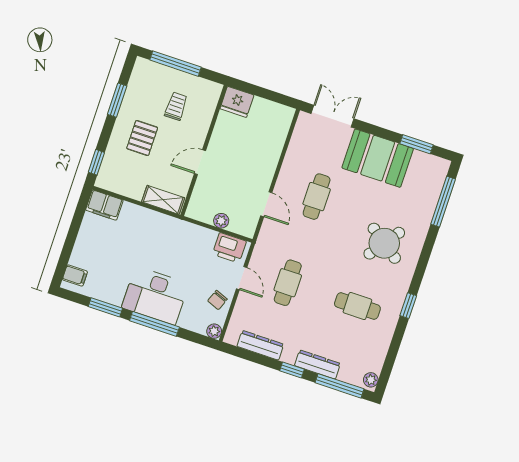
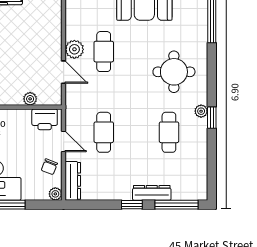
plant: (286, 184) -> (74, 49), added
round table: (384, 243) -> (174, 72), turned -36
cafe table: (357, 306) -> (169, 132), turned 90
dresser: (260, 345) -> (73, 181), moved, turned 90
plant: (371, 380) -> (201, 111), moved

